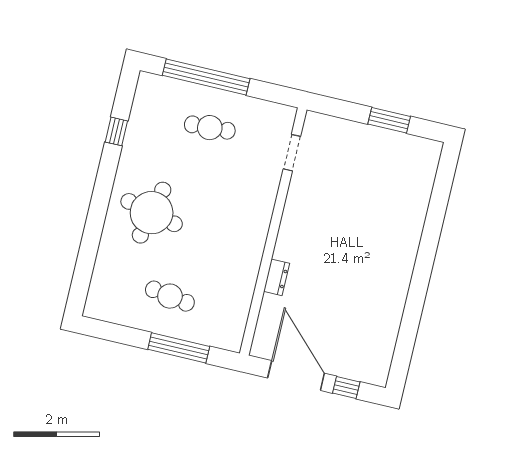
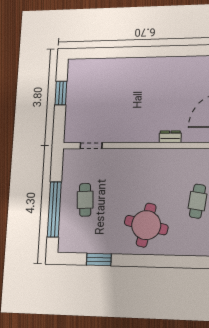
window: (116, 131) -> (99, 259), width x1.50

